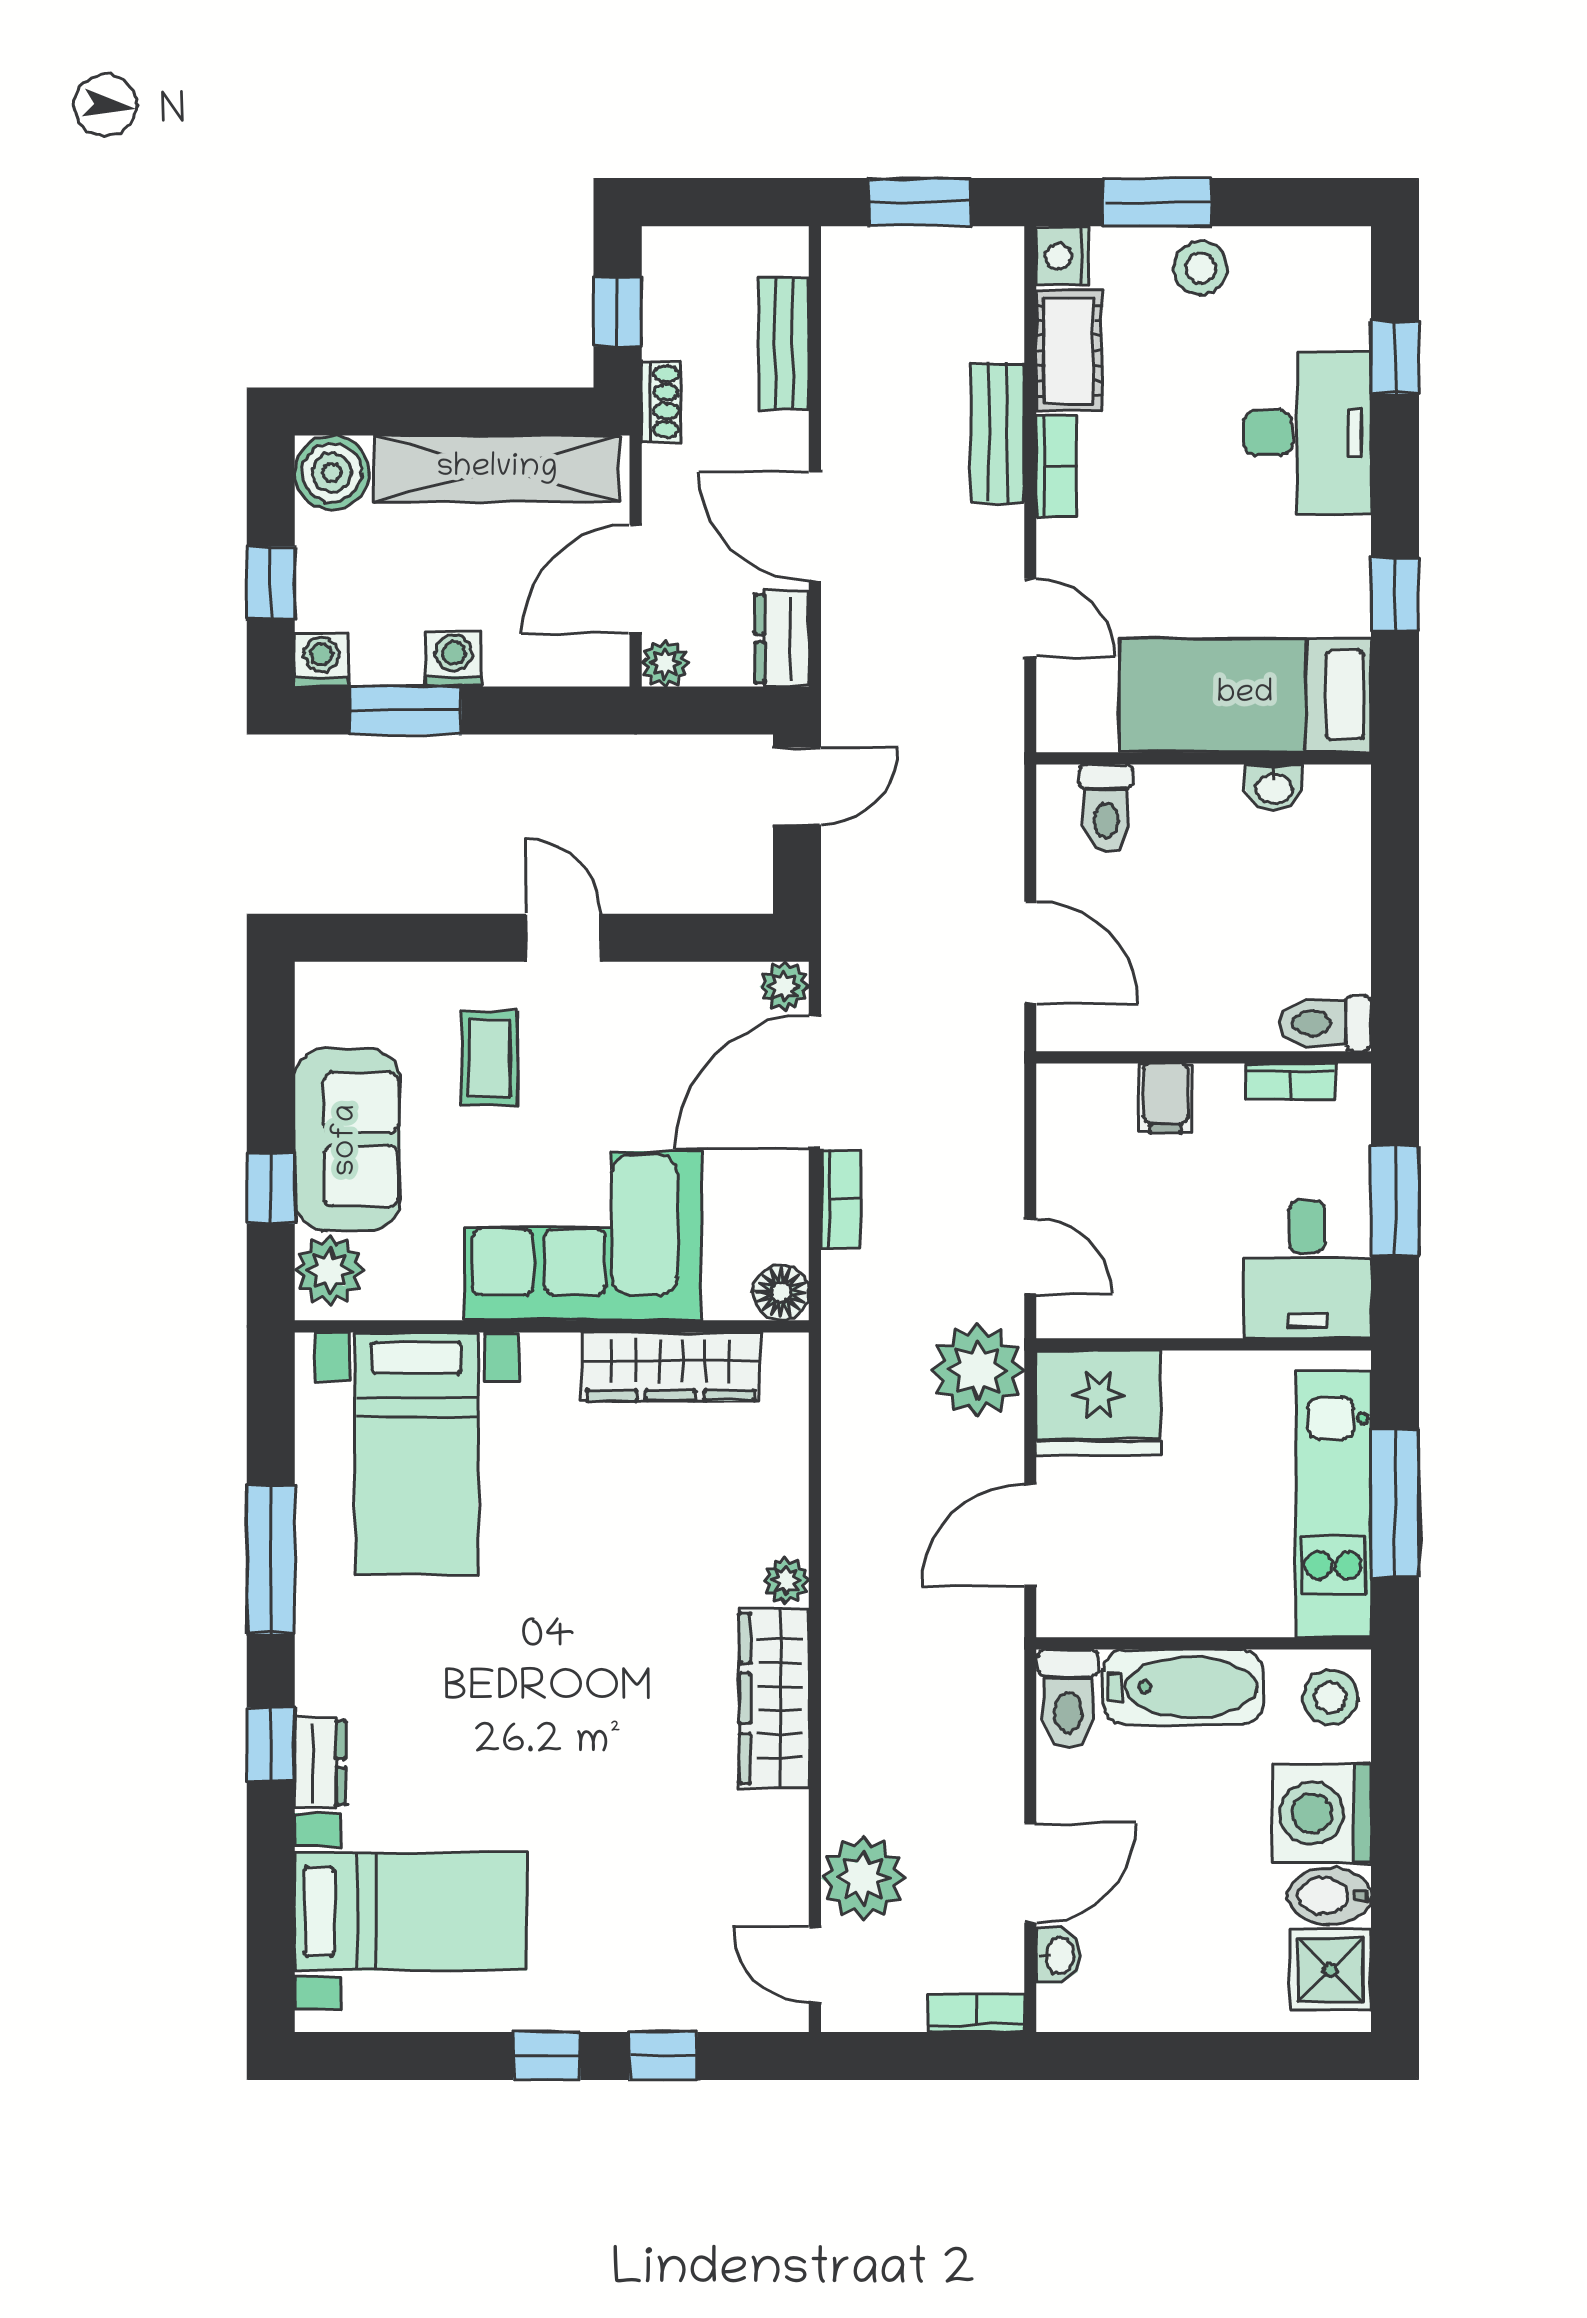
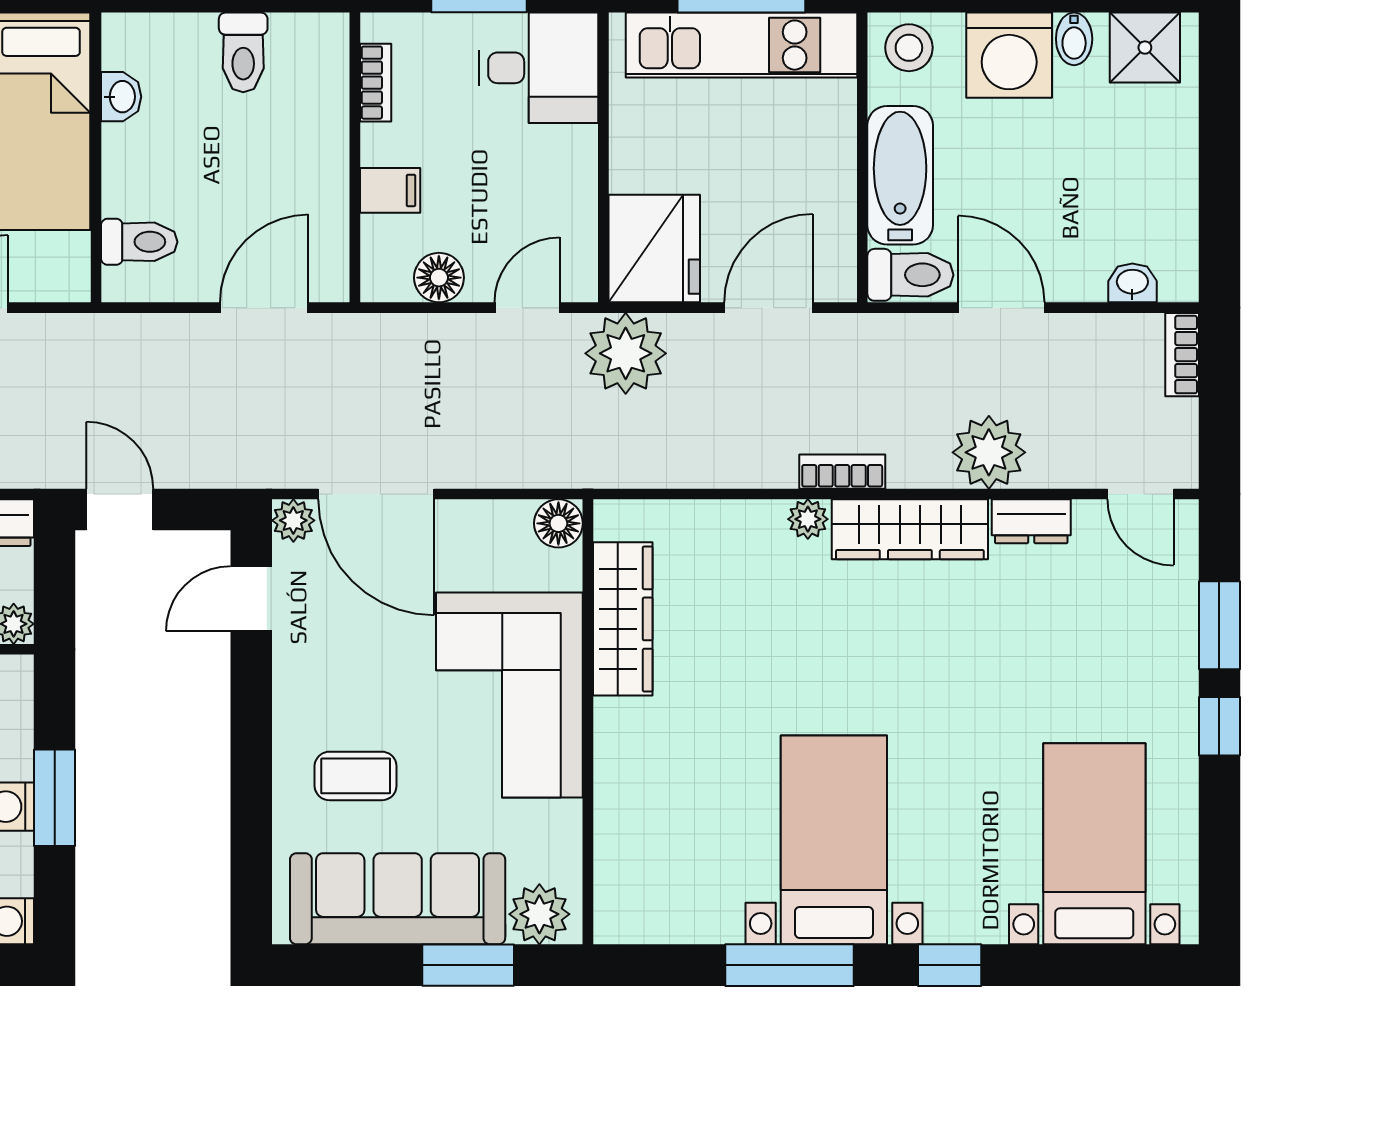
window: (406, 710) -> (55, 798), moved
door: (563, 938) -> (251, 599), moved
toilet: (1325, 1023) -> (243, 52), moved
sofa: (347, 1140) -> (398, 899), width x1.36
floor lamp: (1065, 1154) -> (439, 278), added
window: (271, 1188) -> (468, 965), width x1.50
bookcase: (841, 1199) -> (842, 472), moved
bed with nightstands: (417, 1453) -> (834, 840), moved, turned -90
door: (1030, 1535) -> (769, 308), swing flipped
dresser: (320, 1763) -> (1031, 521), moved, turned 180
door: (1030, 1873) -> (1001, 308), moved
plant: (863, 1878) -> (989, 452), moved
bidet: (1330, 1896) -> (1074, 39), width x0.72, depth x0.74
door: (815, 1965) -> (1140, 494), hinge flipped
window: (663, 2056) -> (1219, 625), width x1.50

